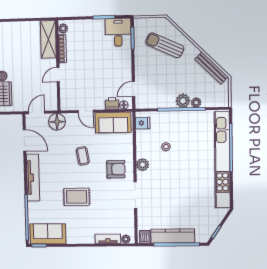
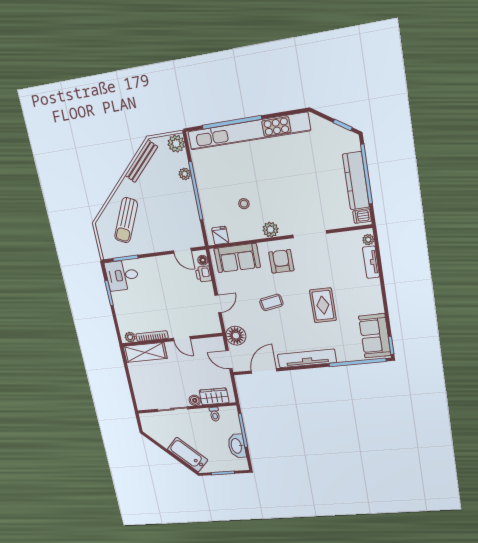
plant: (183, 101) -> (176, 144), moved
sofa: (113, 122) -> (237, 258), moved, turned 90

